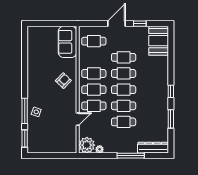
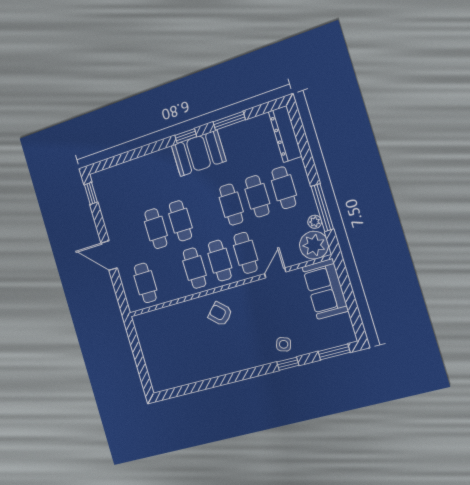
window: (140, 24) -> (91, 193), moved
booth: (159, 41) -> (199, 153), moved
sofa: (68, 42) -> (325, 289), moved, turned 90
cafe table: (124, 90) -> (284, 188), moved
window: (25, 111) -> (288, 364), width x0.46
door: (78, 119) -> (275, 273), hinge flipped
window: (131, 156) -> (322, 208), moved

